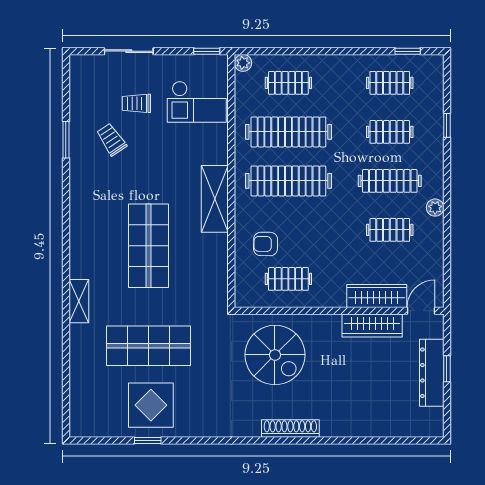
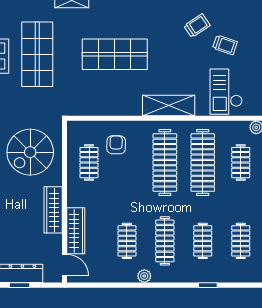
trolley: (136, 103) -> (225, 45), turned 109
shelving: (215, 199) -> (169, 105), moved
wardrobe: (372, 325) -> (53, 210), moved

